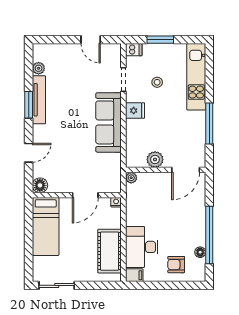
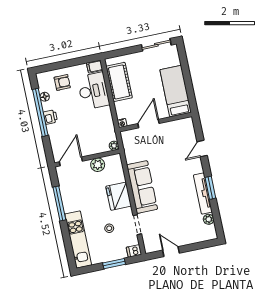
fridge: (135, 111) -> (119, 196), width x1.88, depth x1.34
floor lamp: (40, 185) -> (187, 124), removed
printer: (198, 227) -> (50, 117), added

